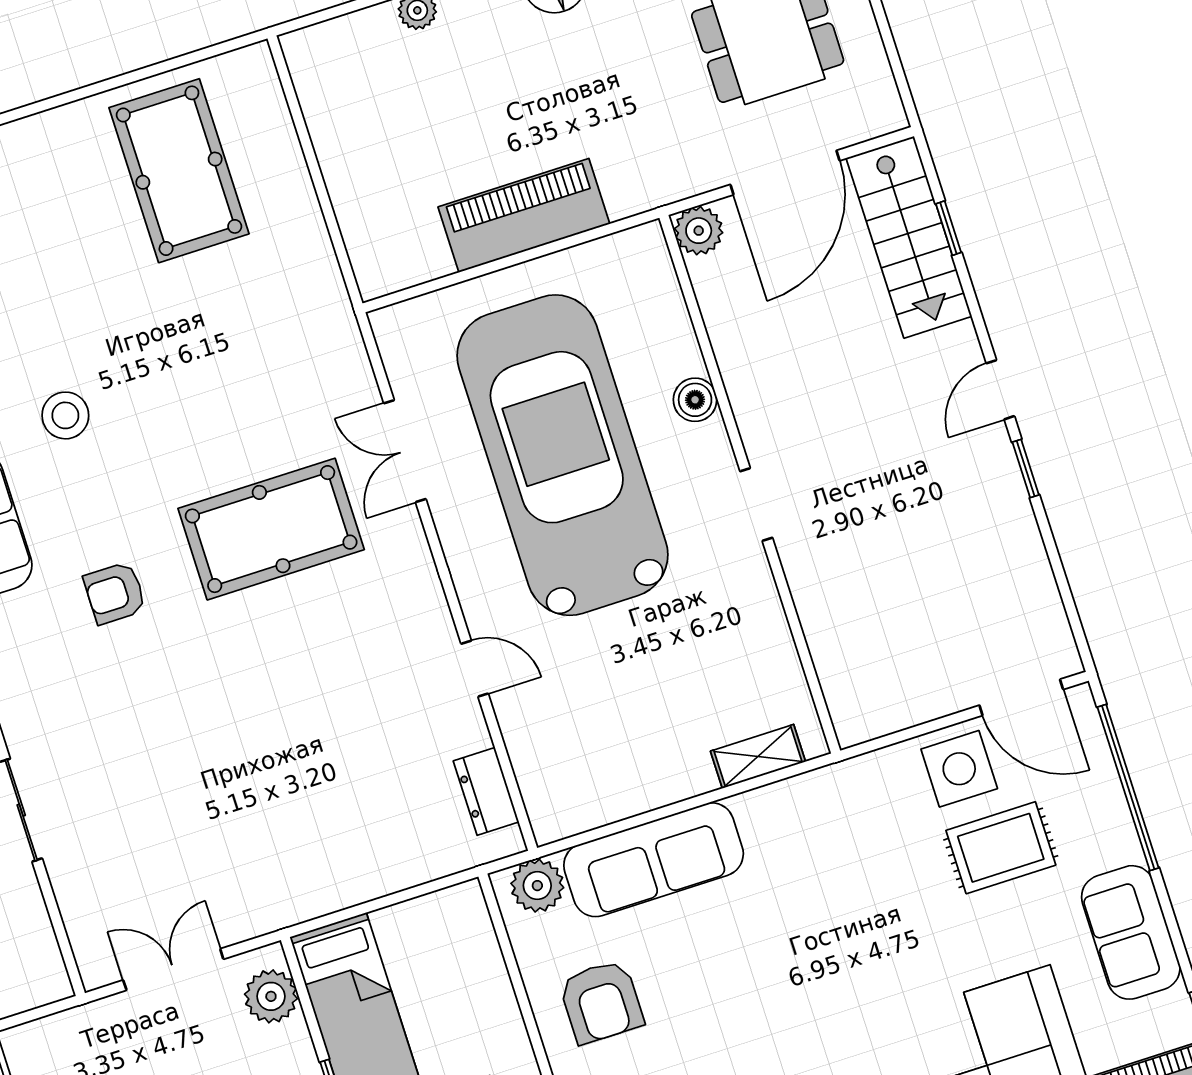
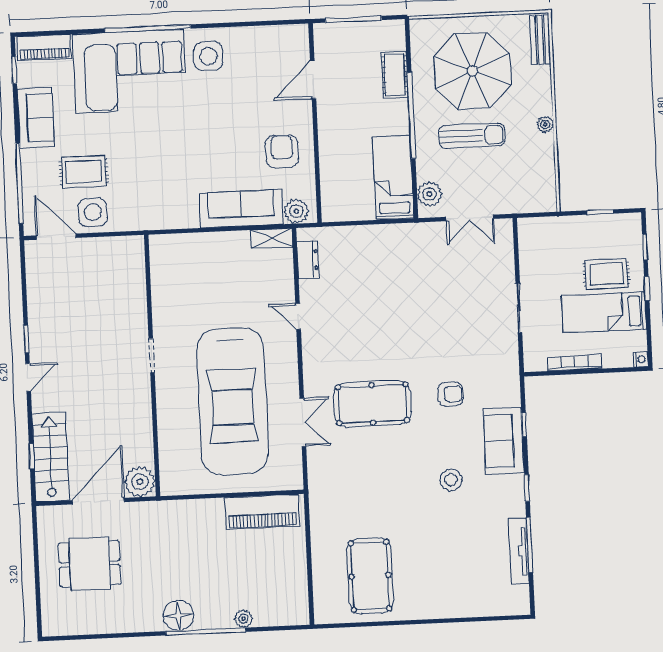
piano: (524, 215) -> (262, 512), moved
plant: (699, 231) -> (140, 482), width x1.36, depth x1.36
boiler: (695, 400) -> (166, 410), removed
shelving: (758, 756) -> (272, 238), moved

